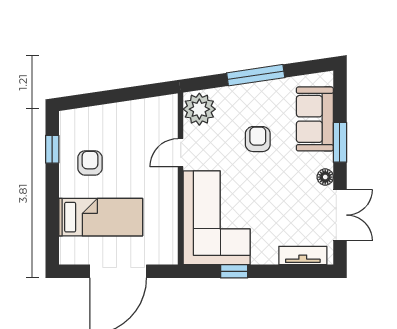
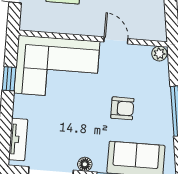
plant: (199, 109) -> (159, 54), width x0.53, depth x0.53

